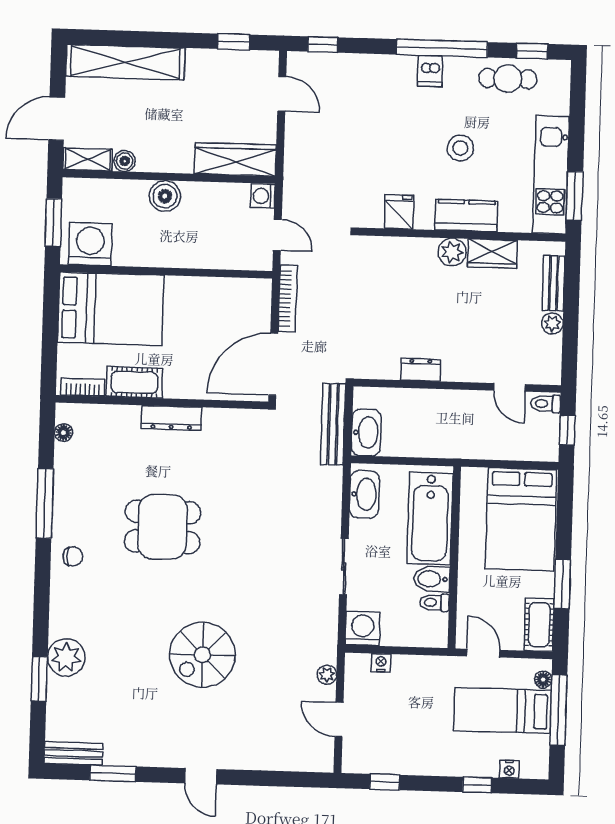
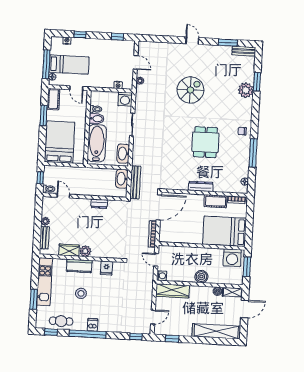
door: (282, 94) -> (153, 317), swing flipped
window: (575, 196) -> (34, 299), moved
dining table: (163, 527) -> (205, 142), turned 90

